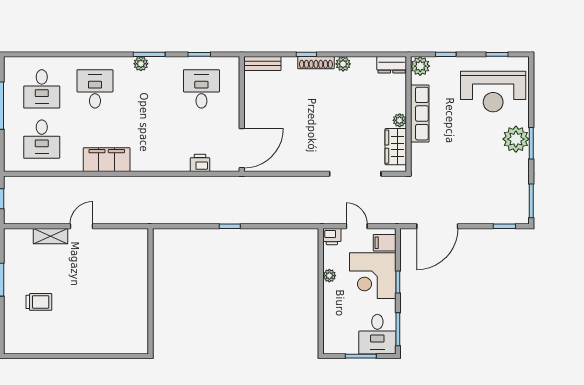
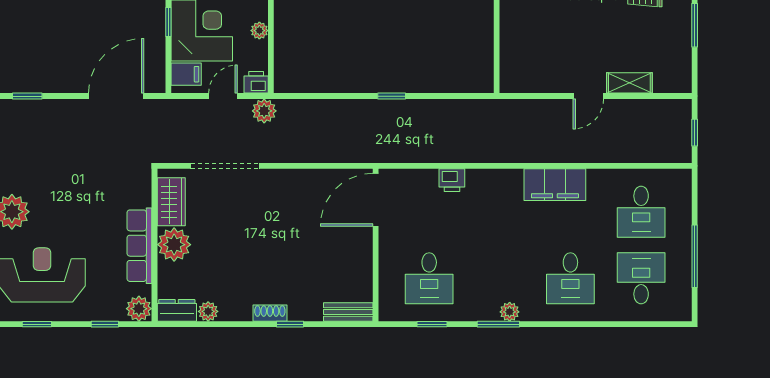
shoe rack: (316, 63) -> (270, 313), width x0.70
plant: (343, 64) -> (208, 311), moved
plant: (400, 120) -> (174, 245), width x1.88, depth x1.88
desk: (42, 139) -> (641, 212), turned 180
printer: (200, 163) -> (452, 180), moved
plant: (326, 215) -> (264, 111), added
door: (357, 226) -> (223, 96), swing flipped

